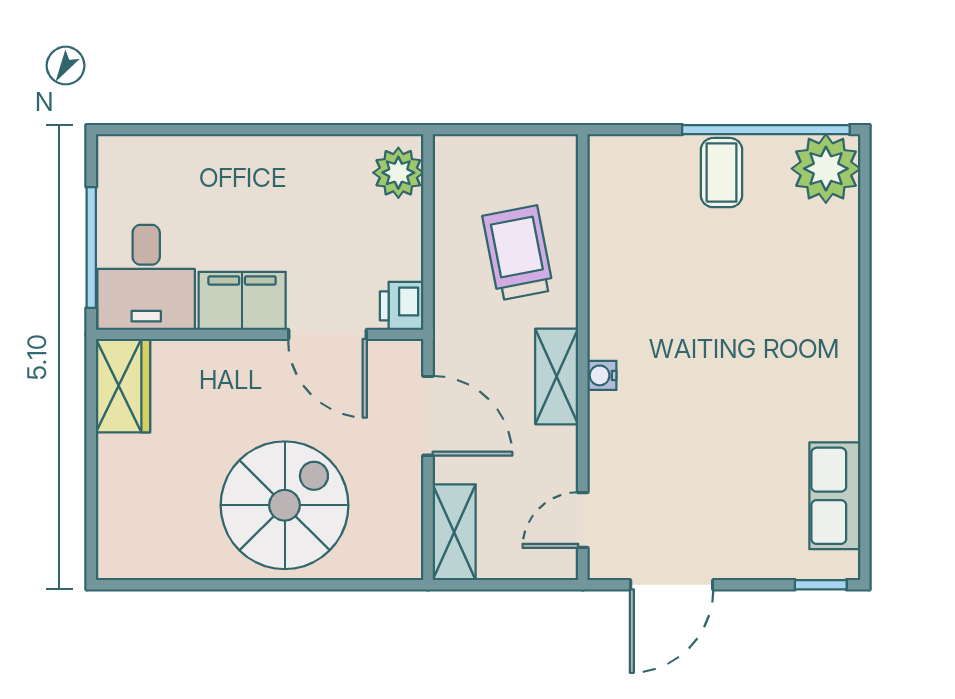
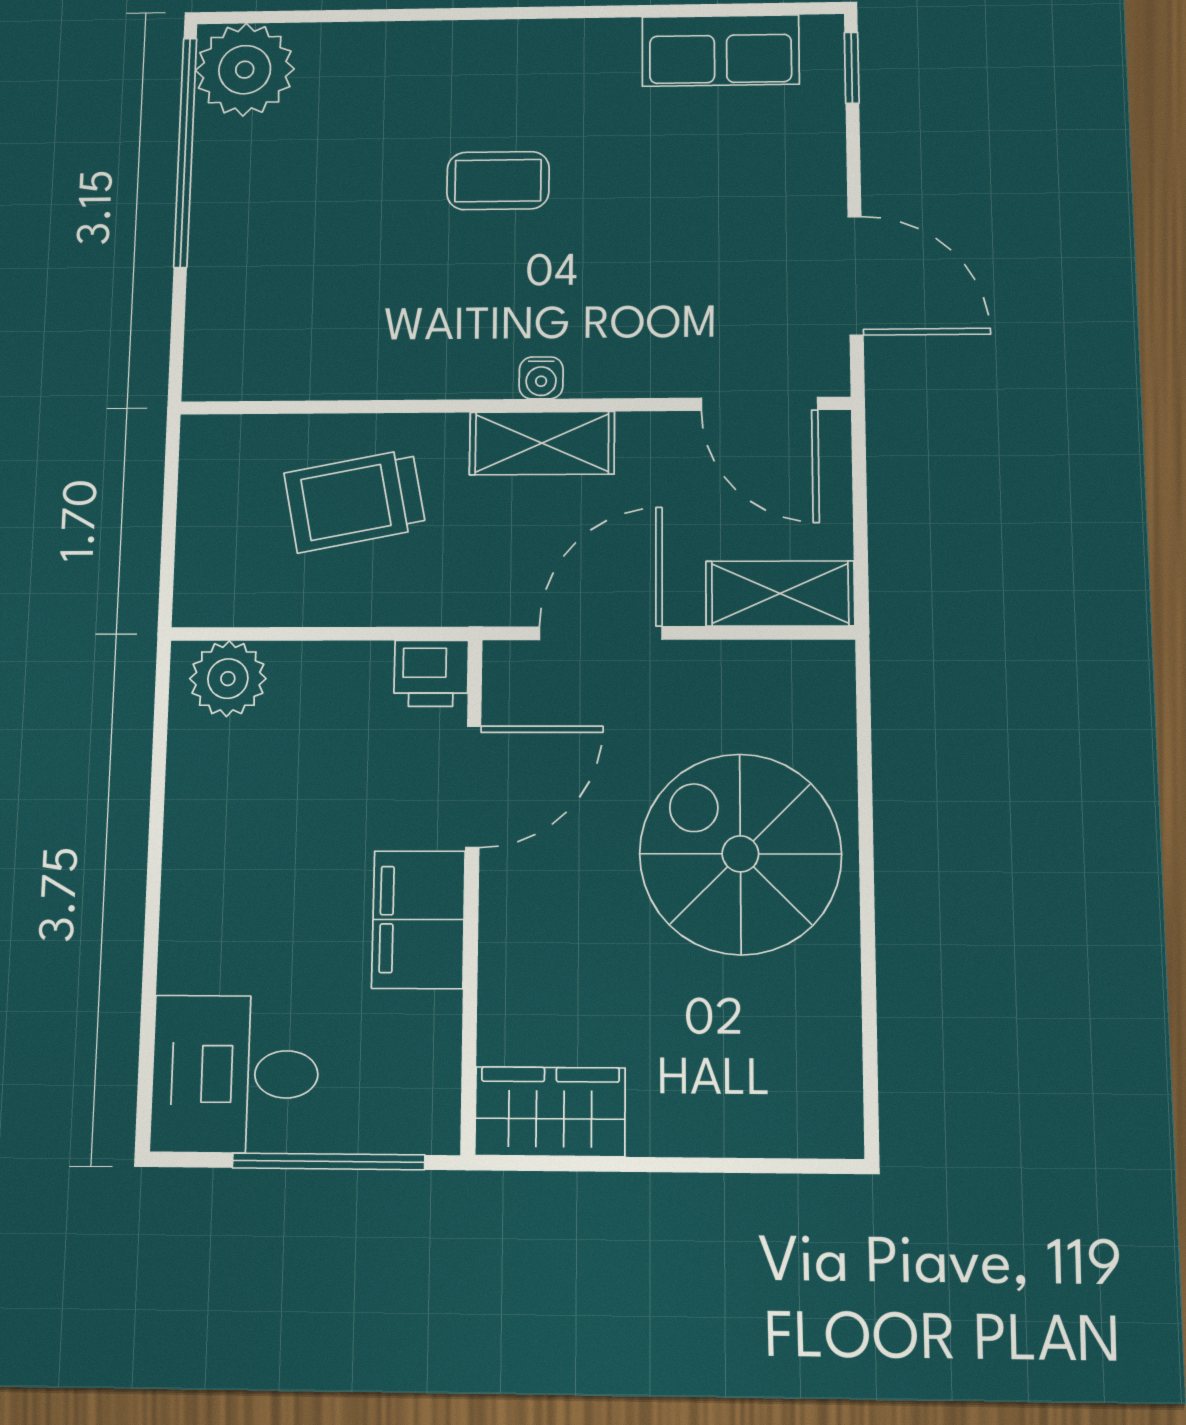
coffee table: (721, 173) -> (498, 181), moved
desk: (146, 277) -> (235, 1074), moved, turned 180
door: (583, 520) -> (759, 404), width x1.38

